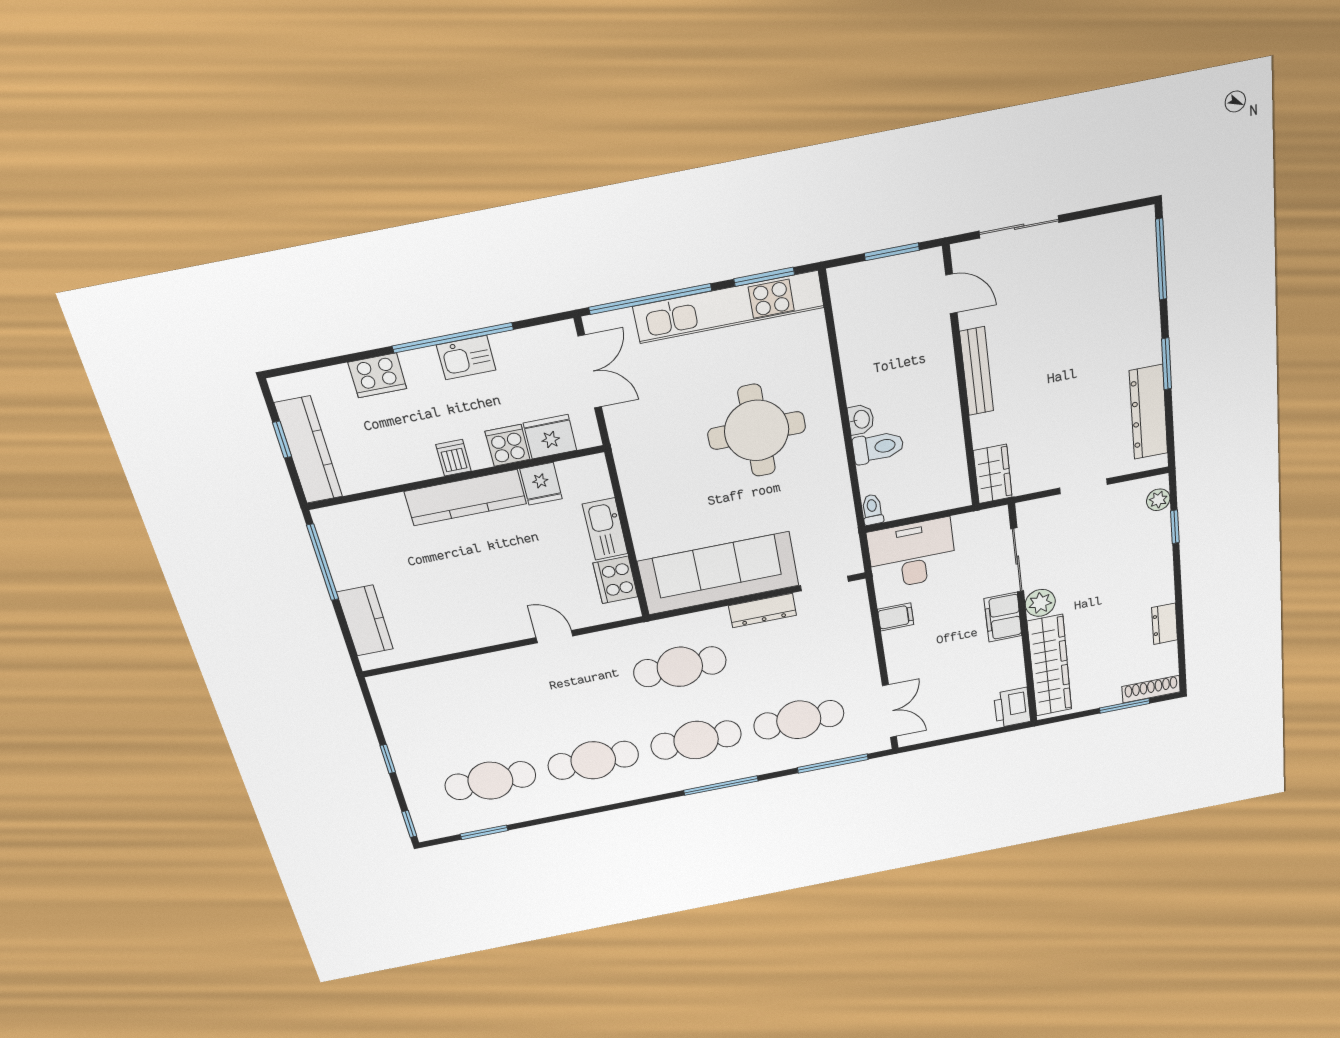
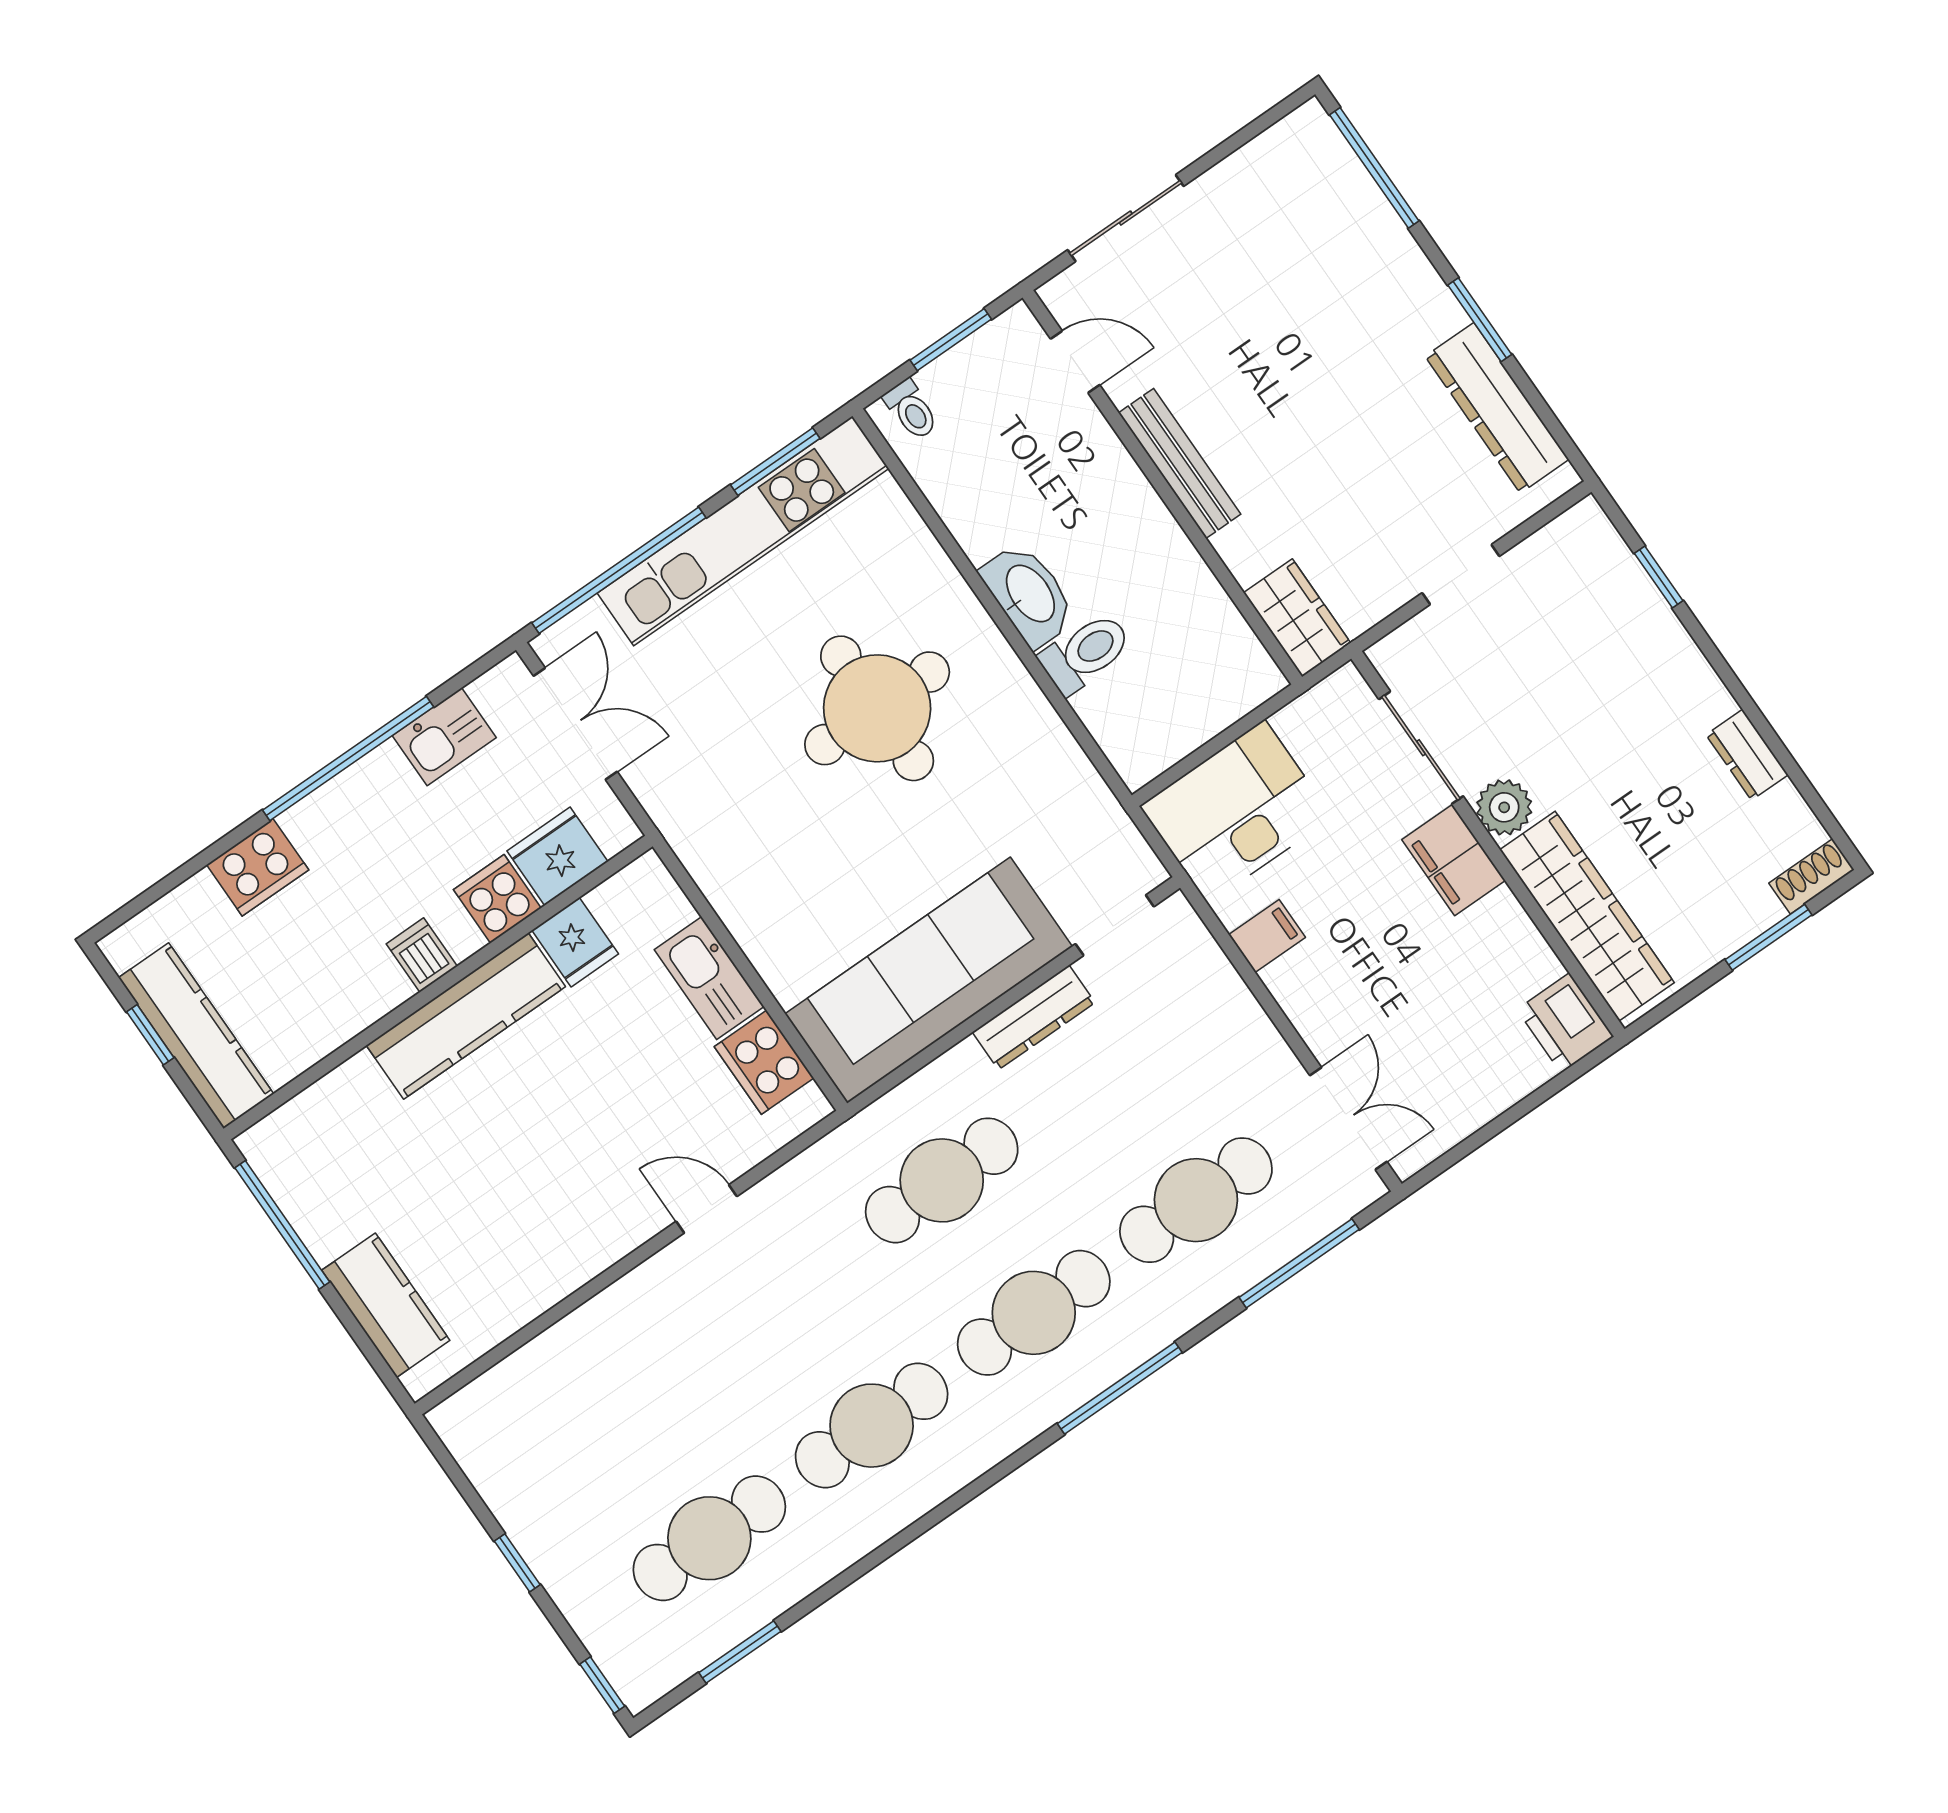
kitchen sink: (466, 358) -> (444, 737), moved
washbasin: (861, 419) -> (1029, 595), width x1.91, depth x1.45
plant: (1158, 500) -> (1602, 543), removed
toilet: (872, 510) -> (911, 410), moved, turned 180
shoe rack: (1151, 689) -> (1811, 876), width x0.70

